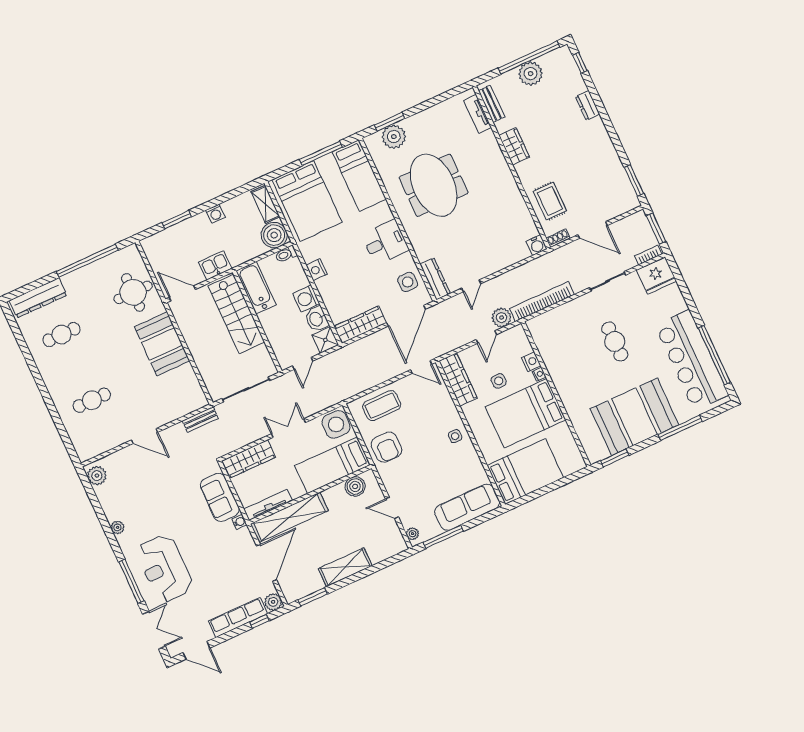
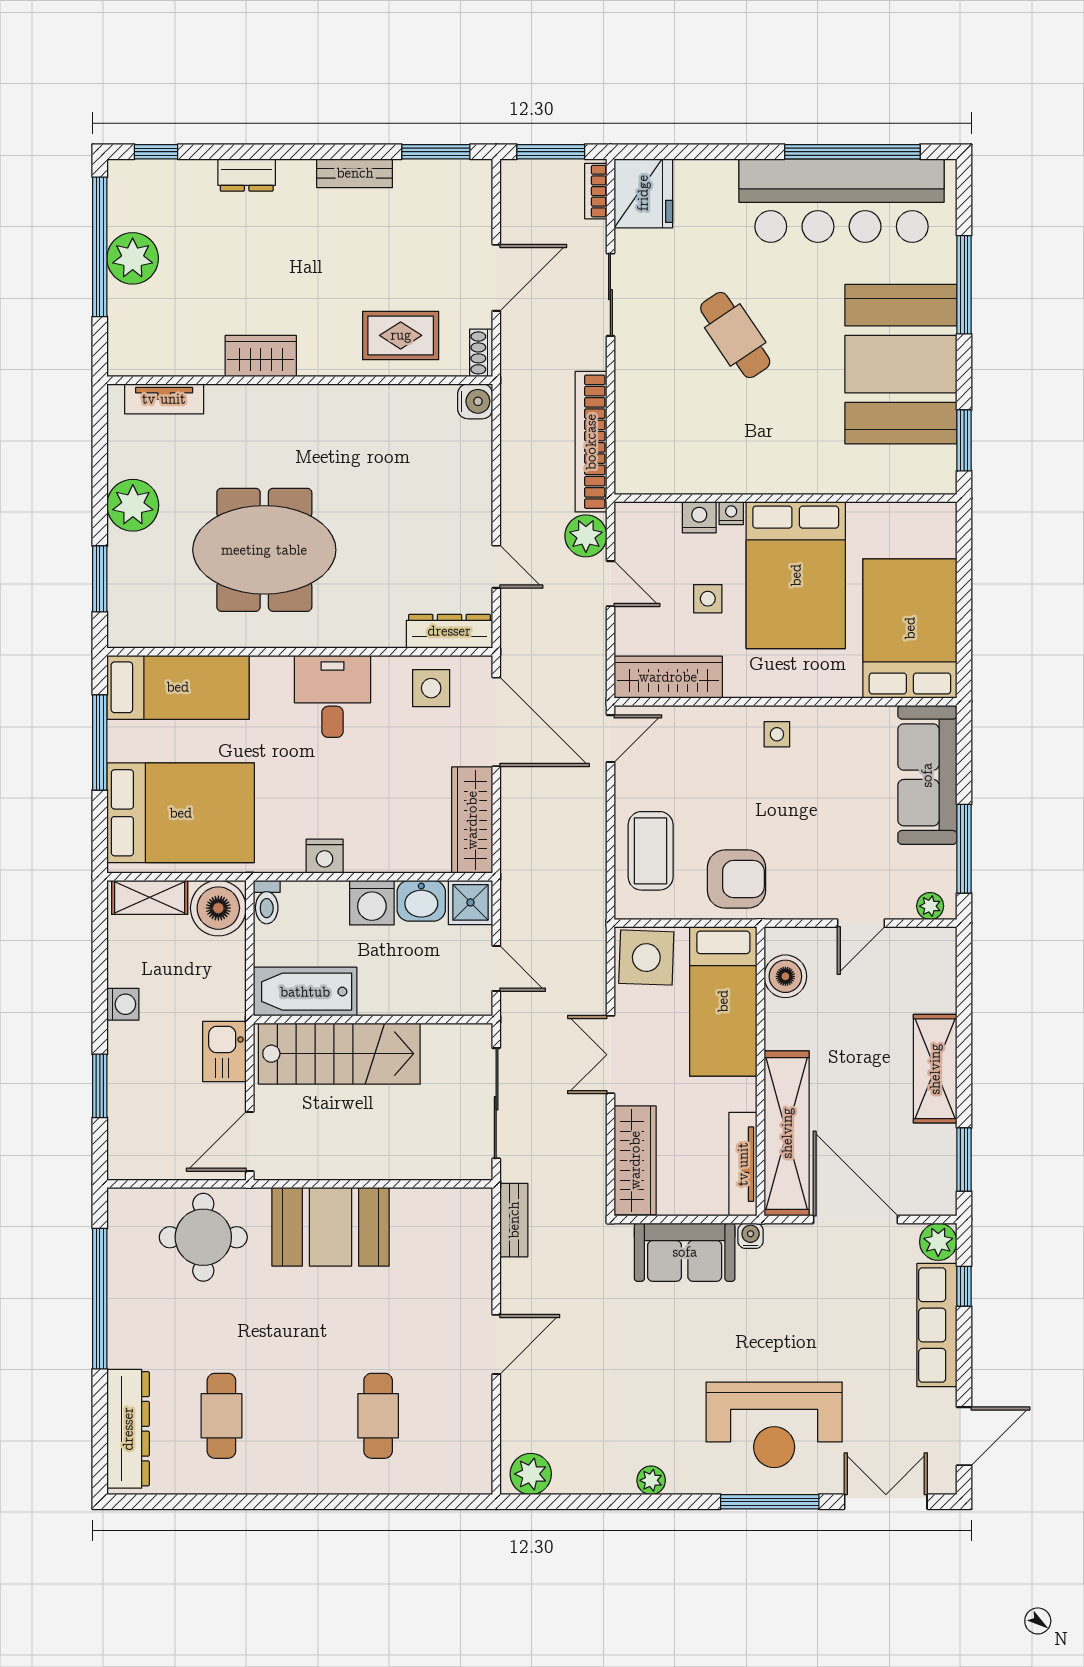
bench: (492, 104) -> (355, 173), moved
plant: (394, 137) -> (133, 505), moved
cafe table: (615, 341) -> (735, 335), turned 56

